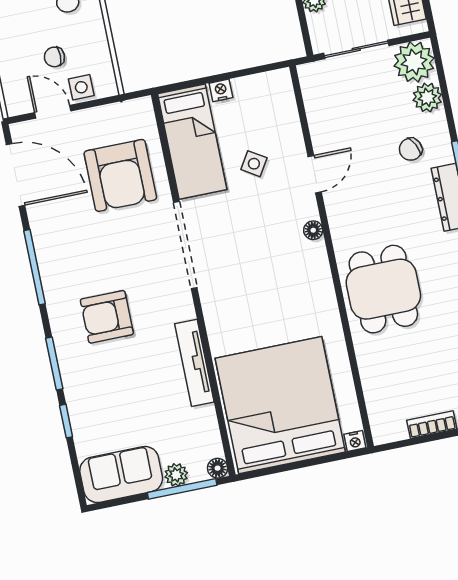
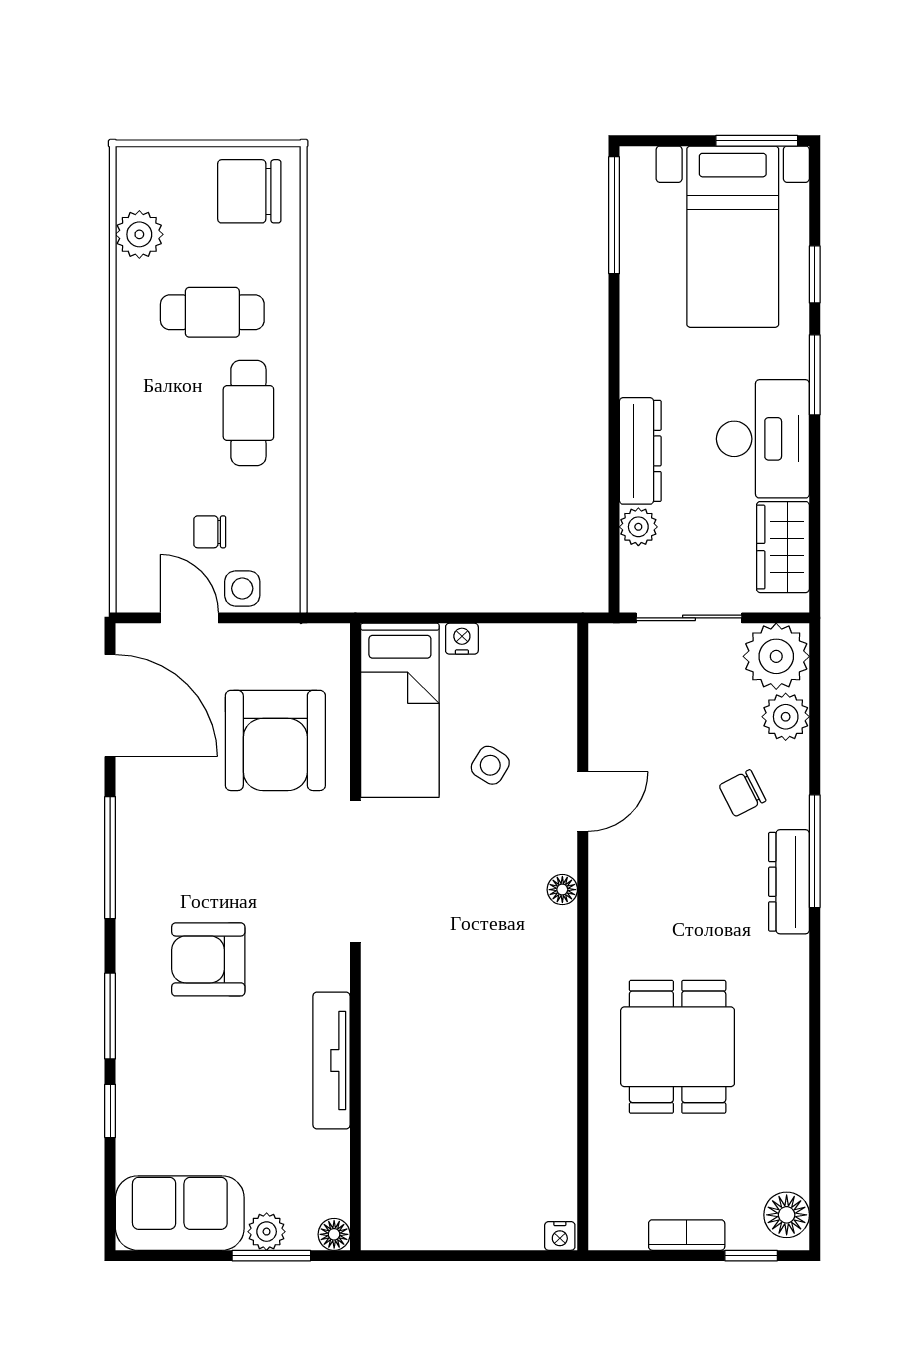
dining table: (383, 289) -> (678, 1047), moved
bed: (280, 405) -> (454, 1155), removed
window: (182, 489) -> (271, 1256), width x0.69

